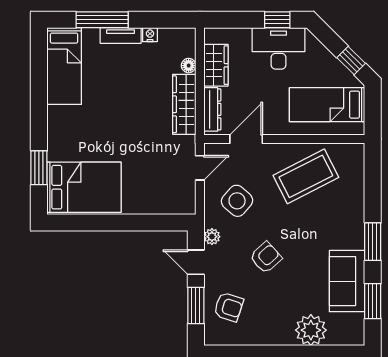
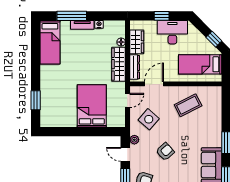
window: (277, 20) -> (162, 16), moved
coffee table: (306, 176) -> (188, 105), width x0.73, depth x0.76
bed: (84, 187) -> (92, 106), moved, turned -90

